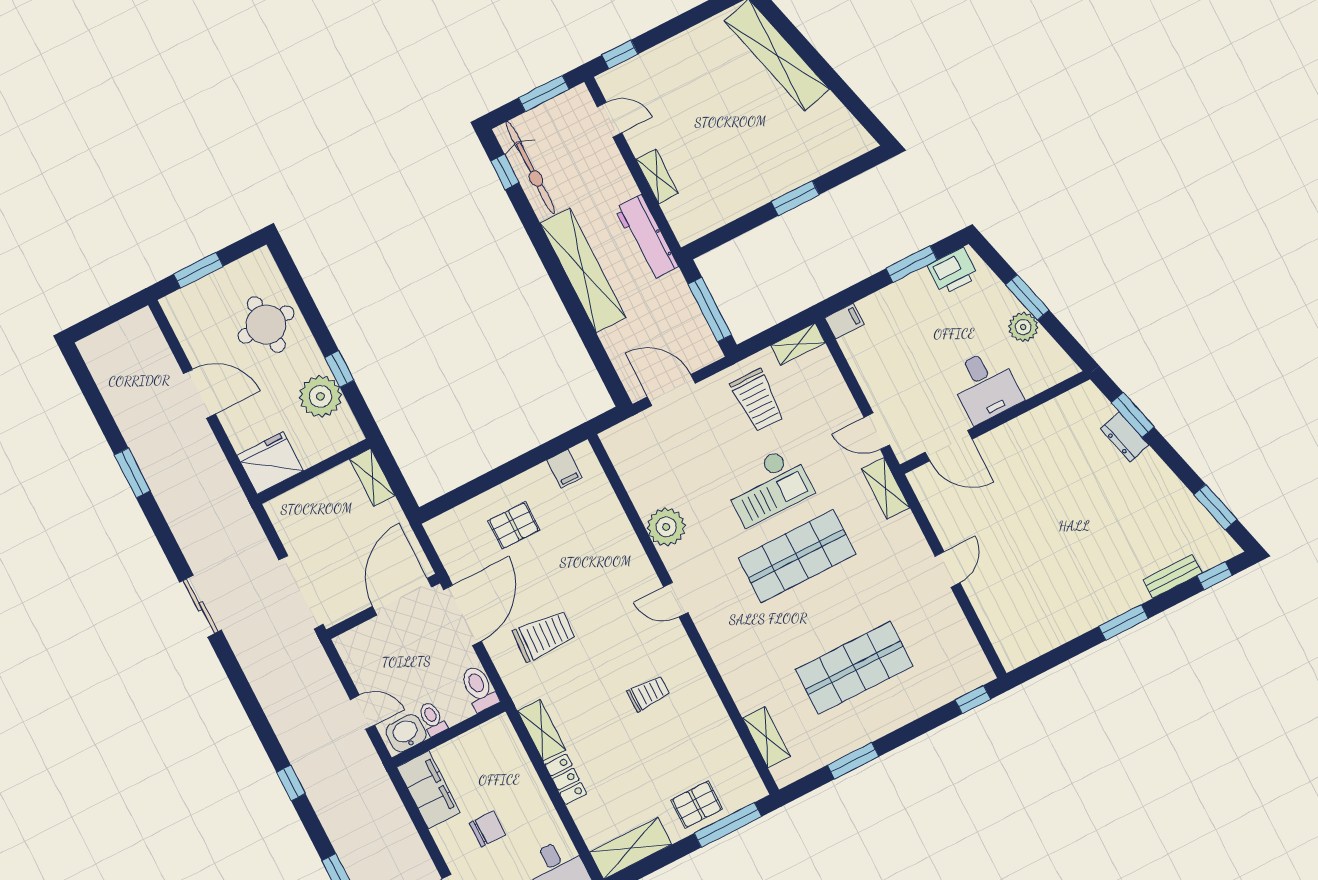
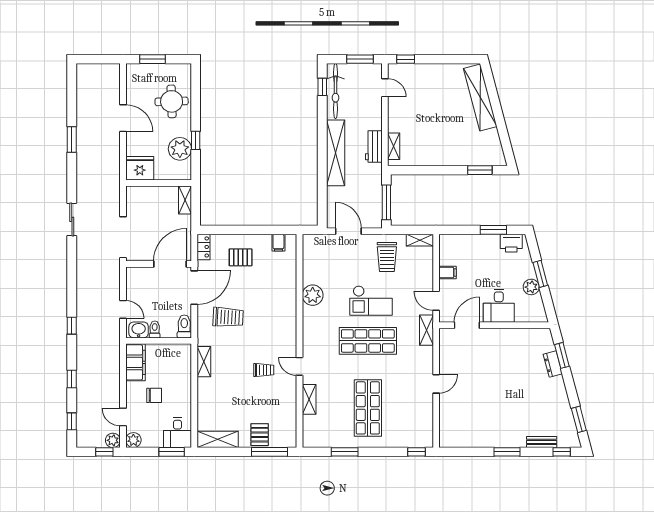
shelving: (657, 176) -> (394, 146), moved
window: (795, 198) -> (480, 170), moved
workbench: (647, 237) -> (374, 147), width x0.73
filing cabinet: (844, 321) -> (448, 273), moved
door: (949, 446) -> (467, 325), swing flipped
door: (676, 600) -> (299, 366), moved
shop shelf: (854, 668) -> (368, 408), turned 90
shelving: (766, 737) -> (309, 399), moved
locker: (566, 779) -> (203, 247), moved
pallet: (697, 804) -> (260, 435), turned 90

